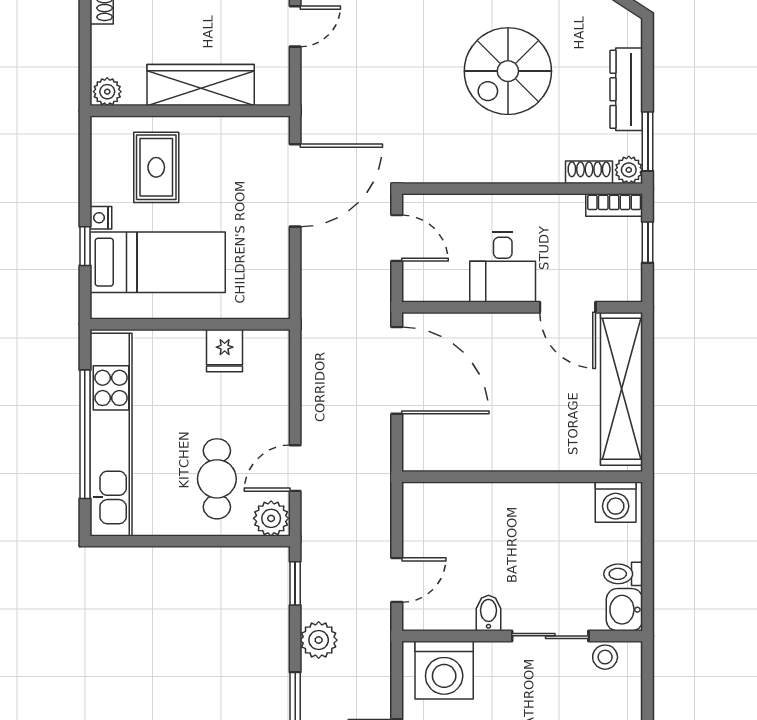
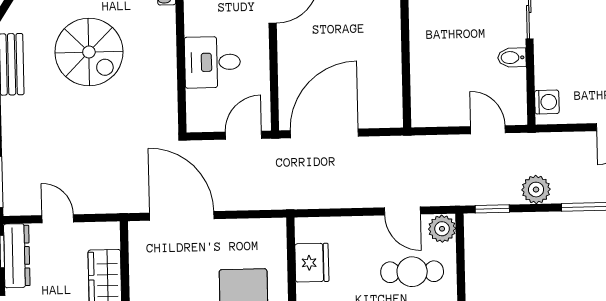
door: (397, 238) -> (243, 135), moved
desk: (503, 267) -> (212, 62), moved, turned 180
fridge: (225, 351) -> (312, 263), width x1.38
washing machine: (444, 670) -> (547, 102), width x0.53, depth x0.53

